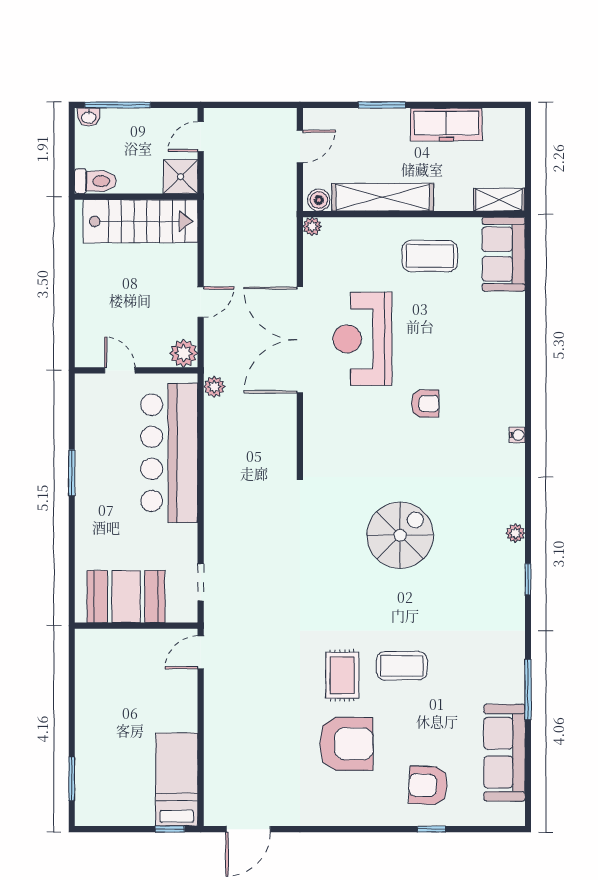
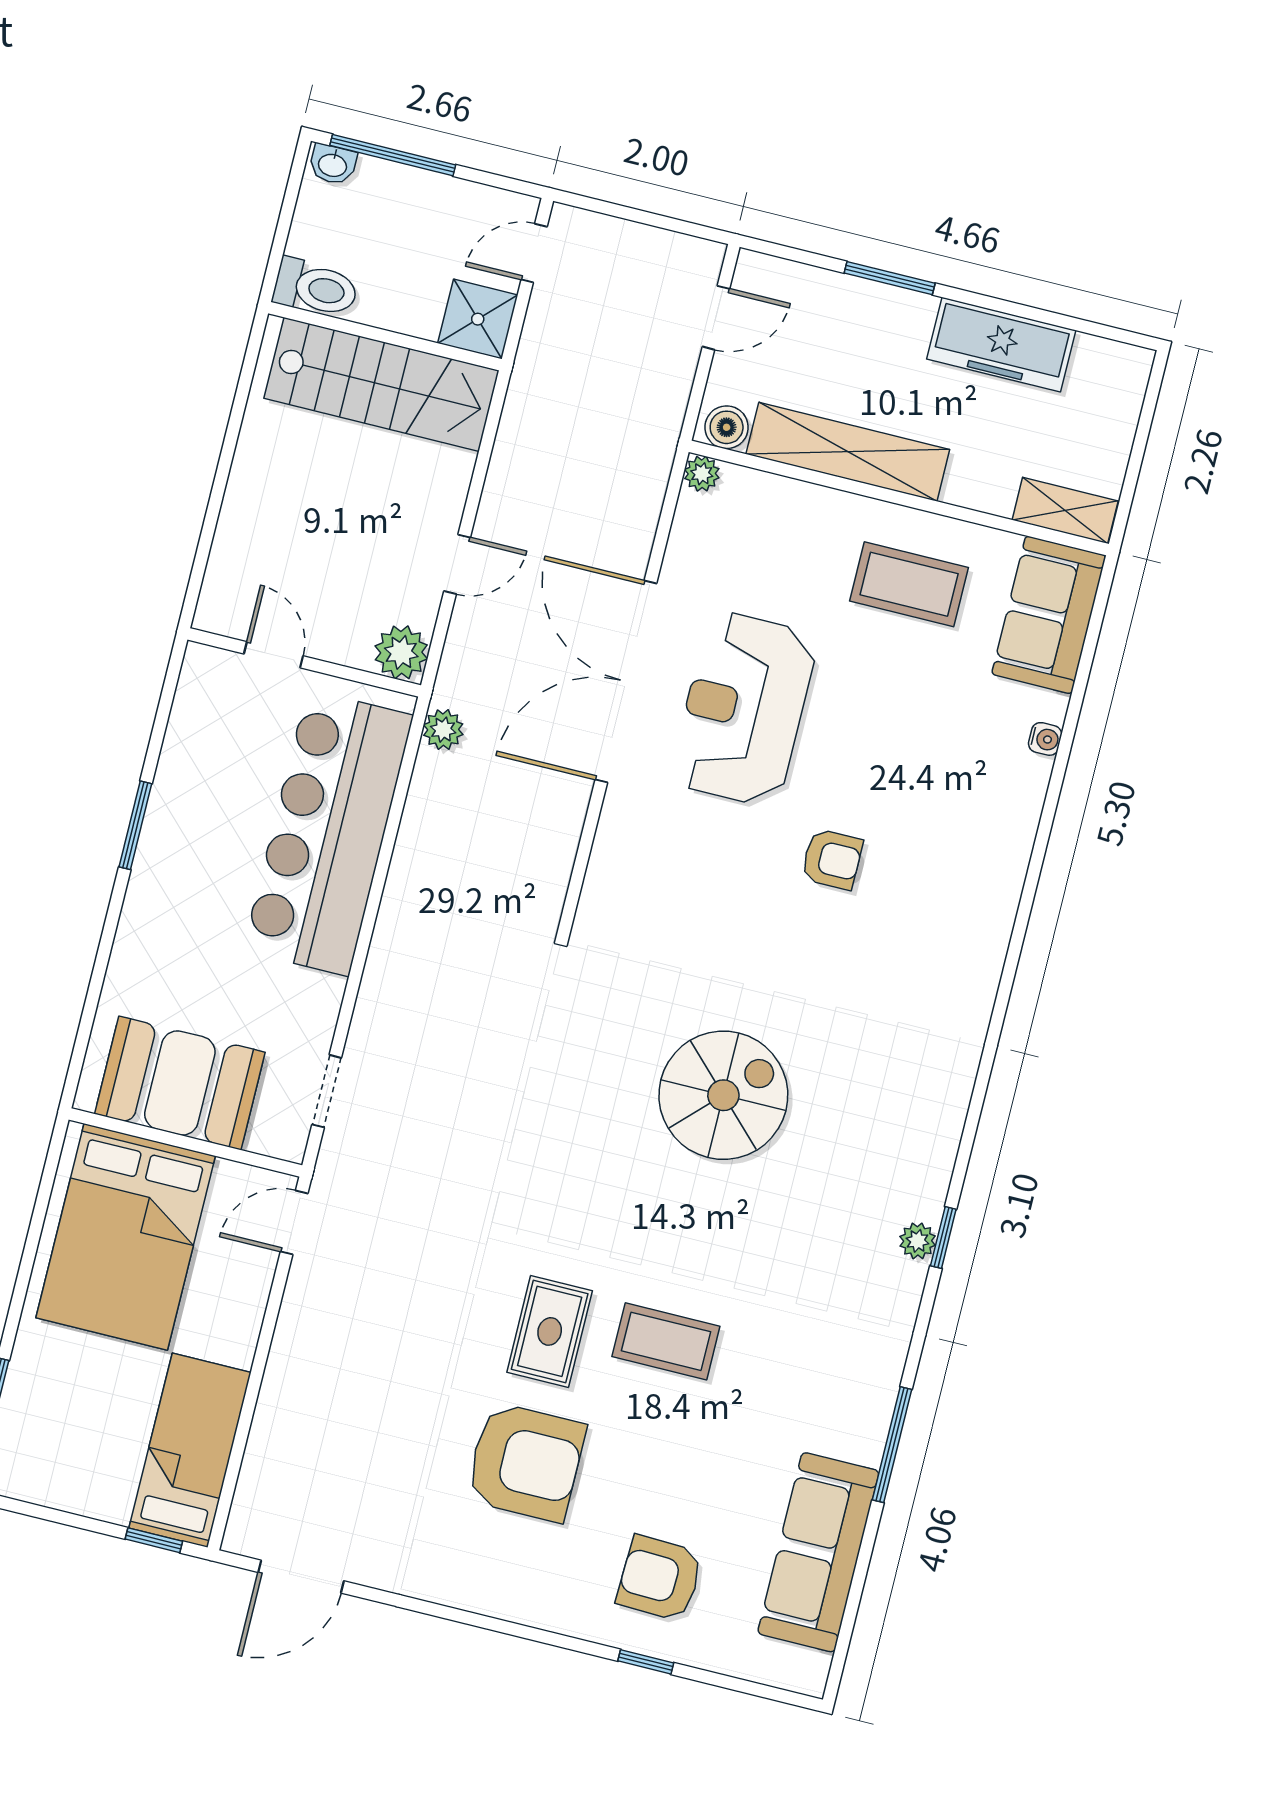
water cooler: (517, 435) -> (1045, 739), moved
plant: (515, 533) -> (918, 1241), moved
bed: (118, 680) -> (126, 1237), added

